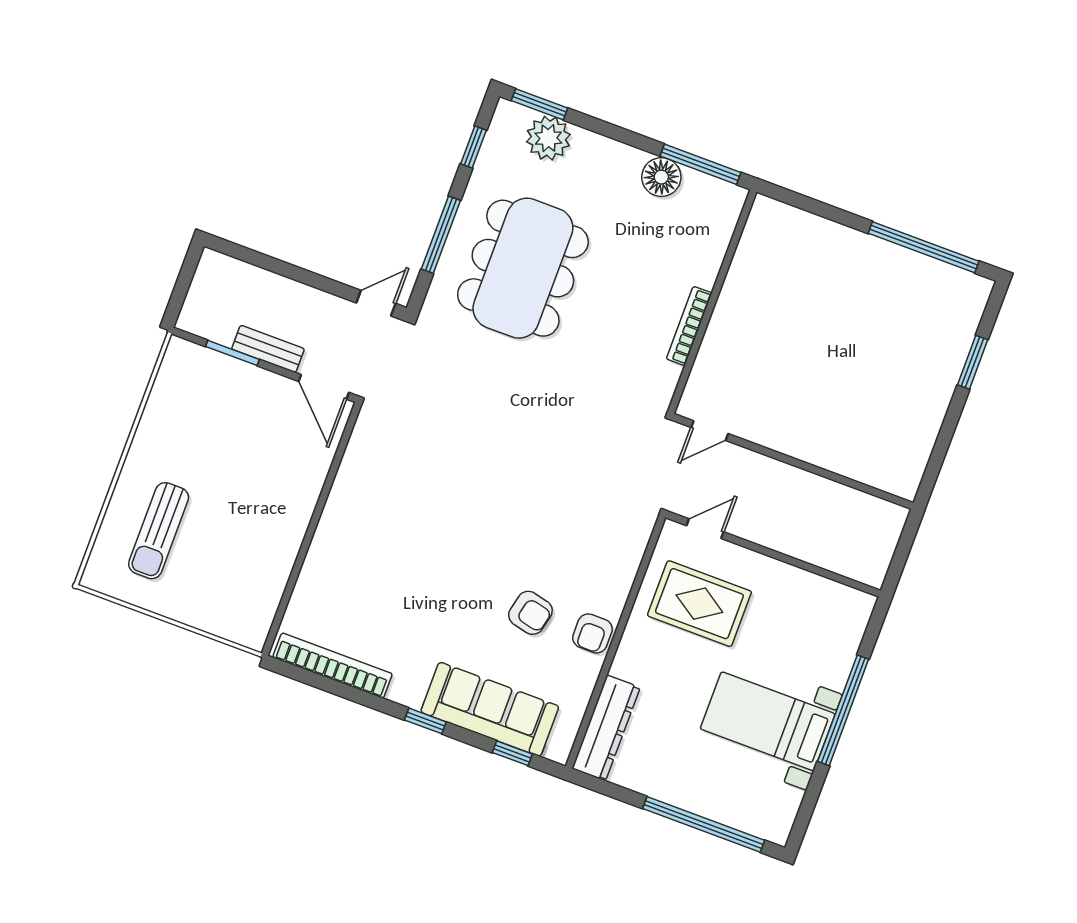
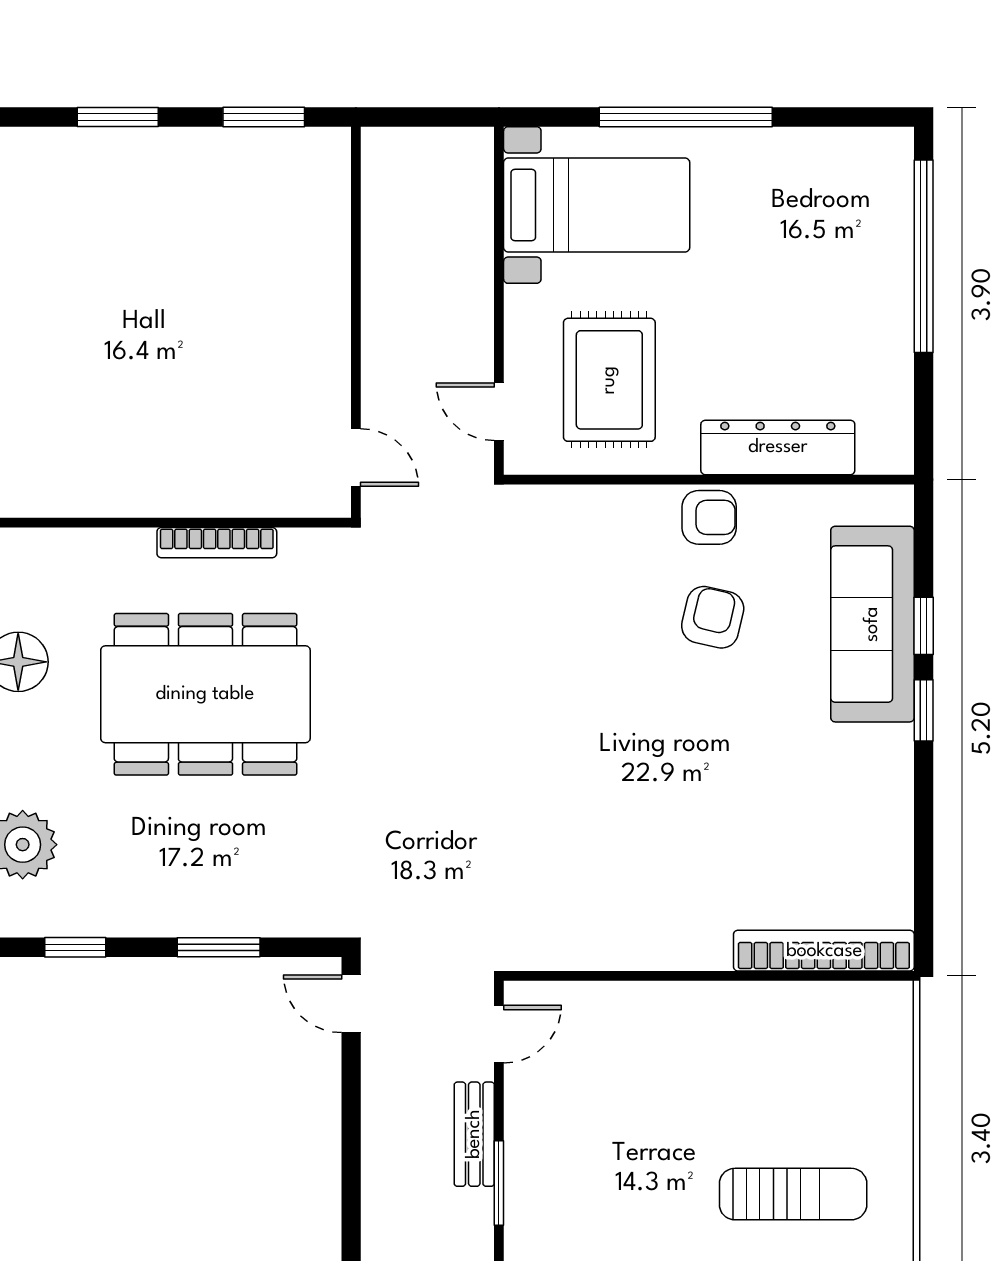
window: (441, 235) -> (219, 947), width x0.69
dining table: (523, 268) -> (205, 694), moved
door: (324, 387) -> (499, 1034), width x0.73
window: (939, 452) -> (264, 117), added
bookcase: (332, 665) -> (824, 951), moved, turned 90
bed with nightstands: (768, 721) -> (597, 205), moved, turned -90
dresser: (606, 728) -> (778, 447), moved
window: (512, 753) -> (924, 626), moved

